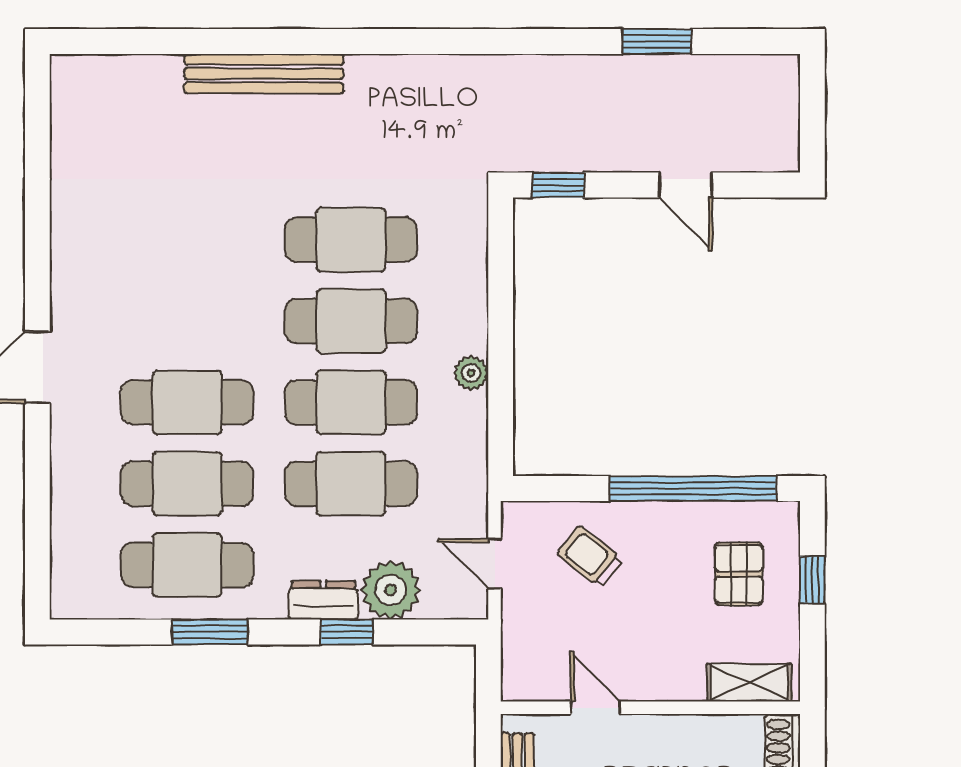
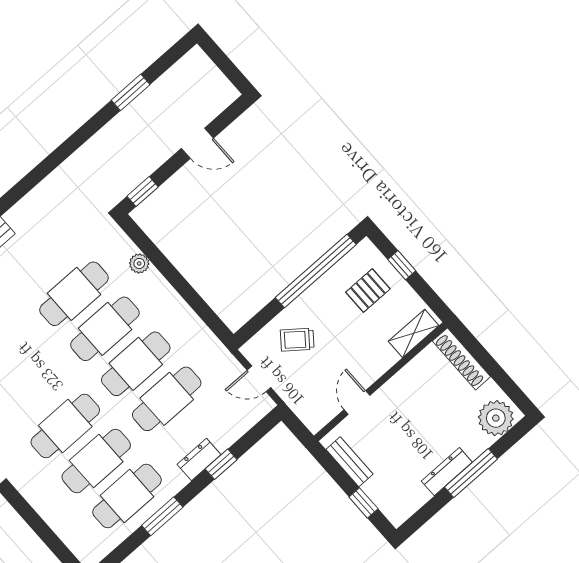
plant: (471, 373) -> (139, 263), moved
pallet: (739, 574) -> (368, 291), turned 90
plant: (391, 590) -> (224, 430), removed
door: (595, 708) -> (357, 403), hinge flipped

